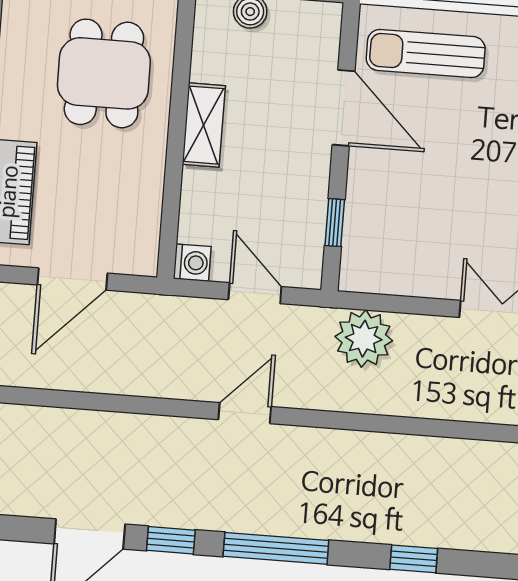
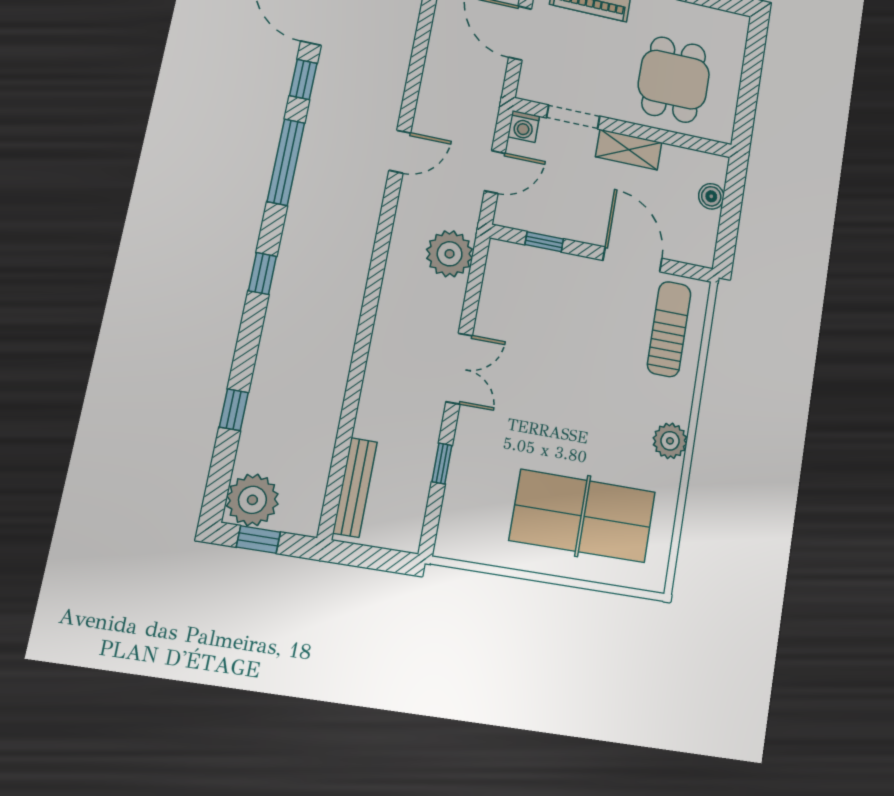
dining table: (104, 73) -> (674, 80), turned 90
door: (344, 108) -> (633, 259), swing flipped
doorway: (171, 201) -> (573, 117), added
door: (245, 413) -> (400, 152), hinge flipped

